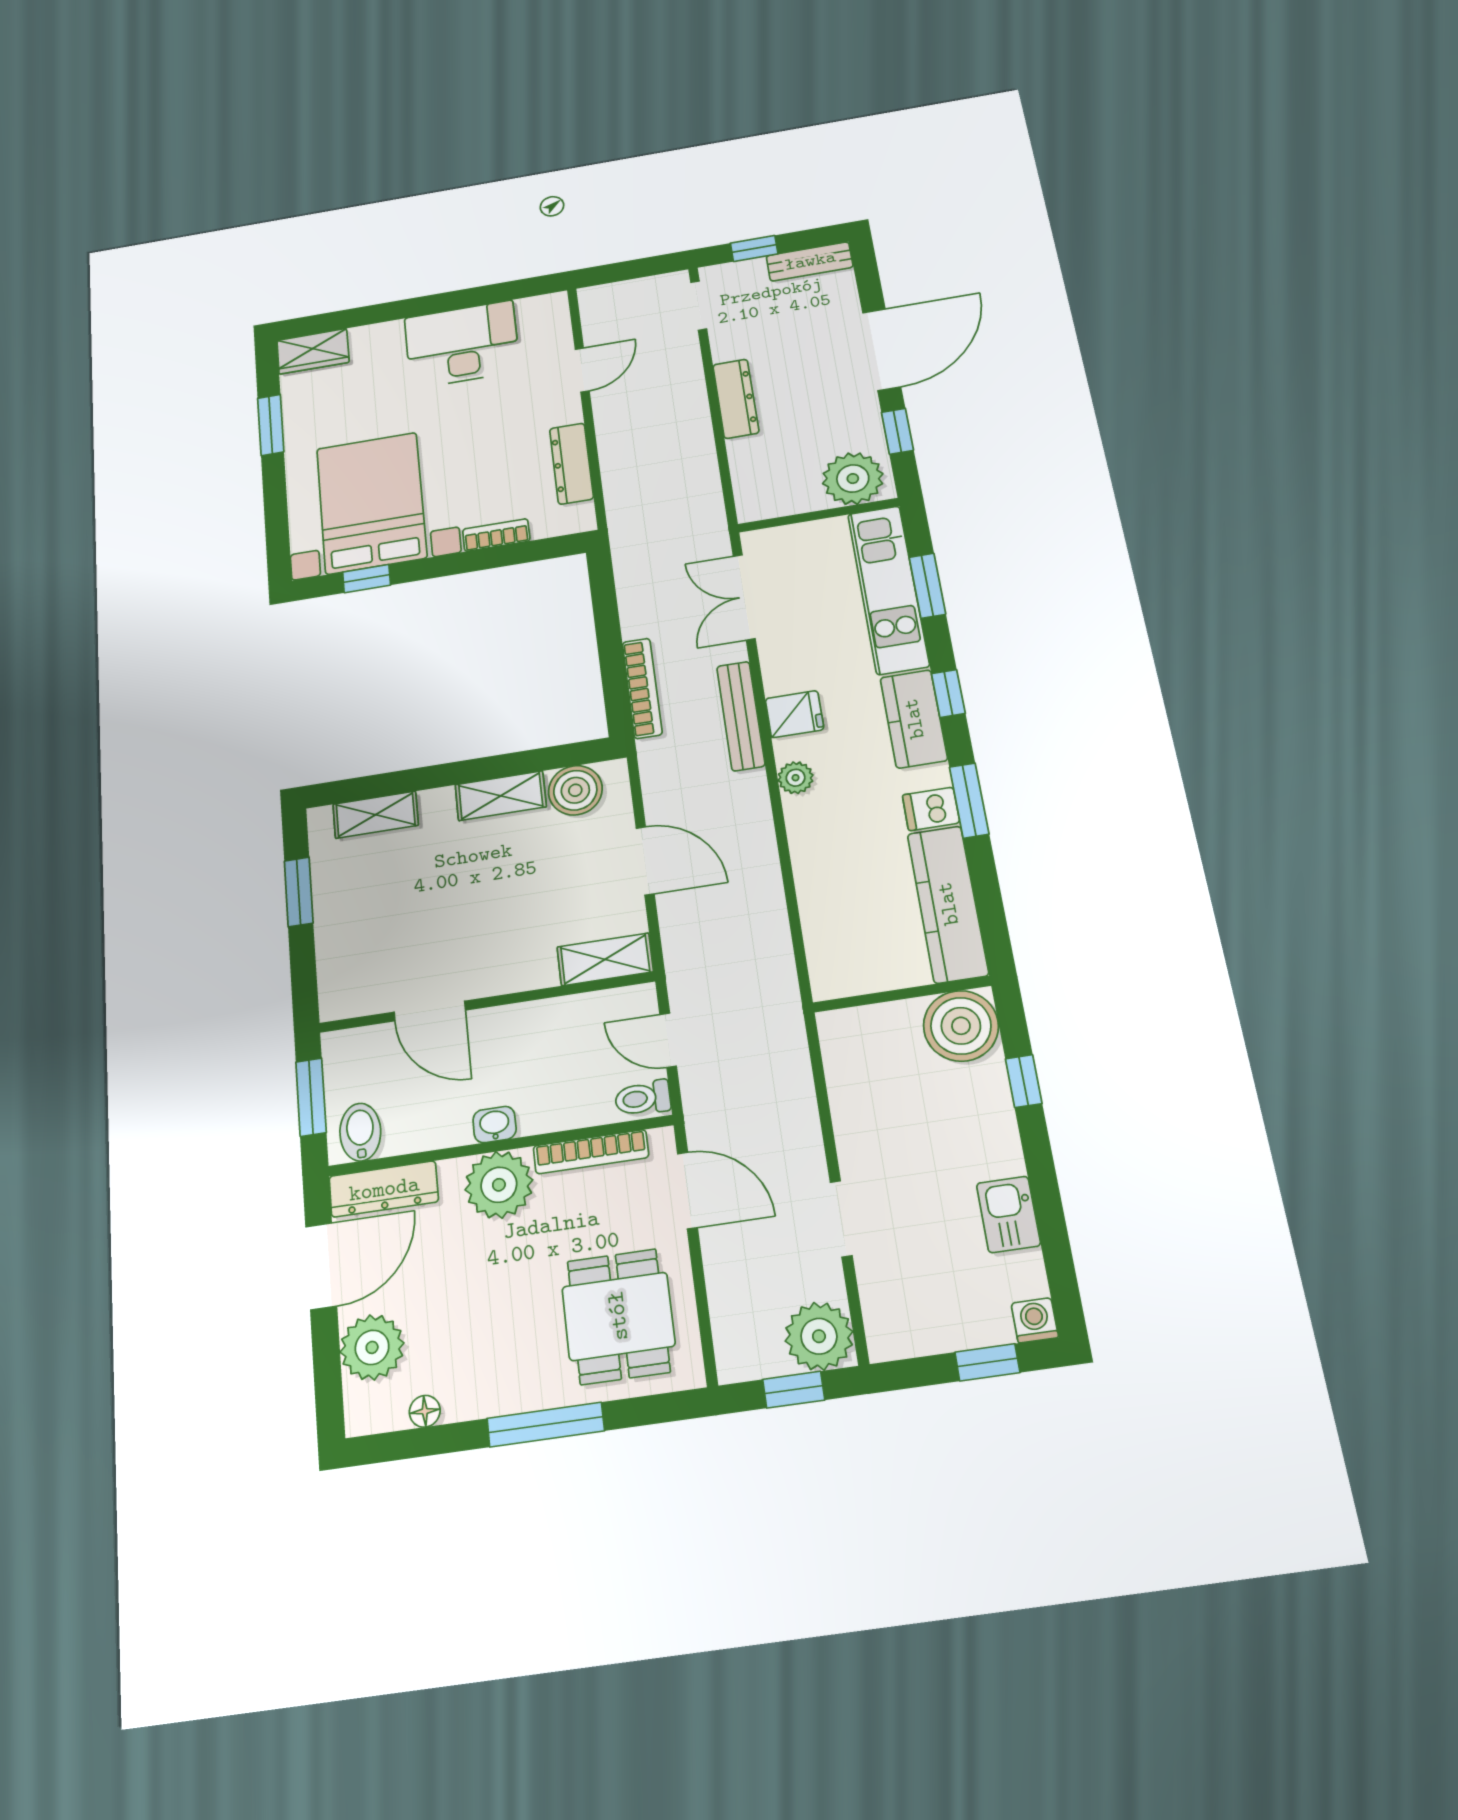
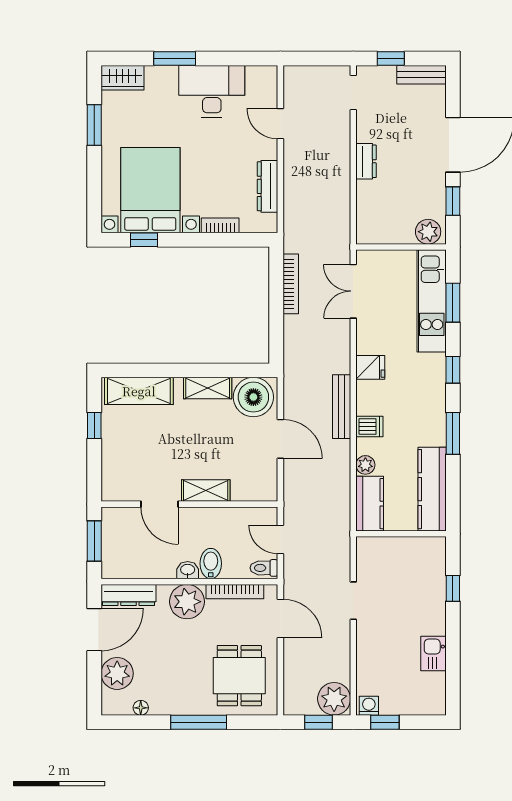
window: (396, 310) -> (175, 59), added
door: (582, 370) -> (280, 124), swing flipped
dresser: (736, 399) -> (366, 161), width x0.70
plant: (853, 479) -> (428, 232), width x0.73, depth x0.73
bookcase: (642, 688) -> (291, 284), moved
bench: (741, 716) -> (342, 407), moved
kitchen counter: (914, 719) -> (370, 504), moved, turned 180
plant: (796, 778) -> (365, 465), moved
boiler: (575, 790) -> (253, 397), width x1.37, depth x1.37
dishwasher: (931, 809) -> (369, 426), moved, turned 180
shelving: (376, 815) -> (139, 391), width x1.50, depth x1.33
window: (299, 892) -> (94, 426), width x0.67
shelving: (605, 959) -> (206, 491), moved
boiler: (961, 1026) -> (427, 555), removed
bidet: (360, 1132) -> (211, 564), moved
doorway: (841, 1219) -> (353, 601), moved
washing machine: (1035, 1320) -> (369, 706), moved
window: (987, 1362) -> (385, 722), moved

